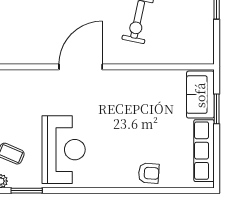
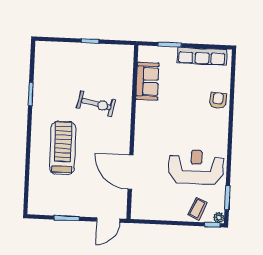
door: (81, 67) -> (131, 172), moved
sofa: (200, 95) -> (147, 81), moved, turned -90

